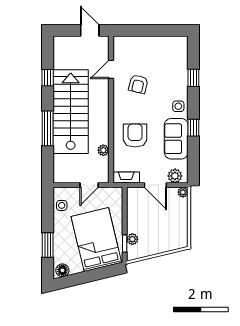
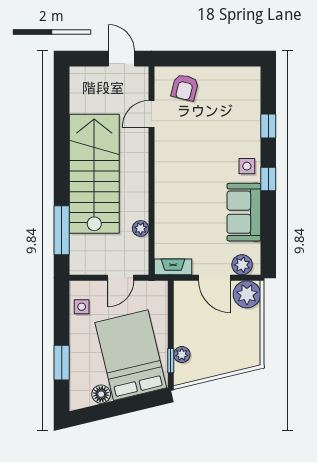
window: (48, 78) -> (62, 126), removed
armchair: (138, 84) -> (185, 88), moved
window: (48, 128) -> (62, 230), moved
window: (193, 128) -> (268, 179), moved
armchair: (135, 136) -> (186, 208), removed
plant: (183, 192) -> (247, 294), width x1.88, depth x1.88
floor lamp: (62, 270) -> (101, 394), moved

